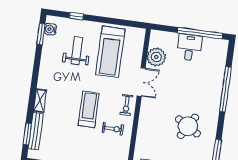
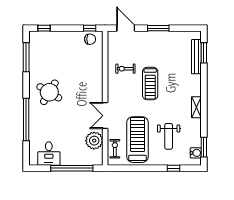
window: (200, 33) -> (72, 168), moved
desk: (189, 47) -> (49, 154), moved
shelving: (40, 101) -> (196, 107), moved
exercise bike: (126, 105) -> (115, 149), moved
round table: (188, 126) -> (49, 92), moved

